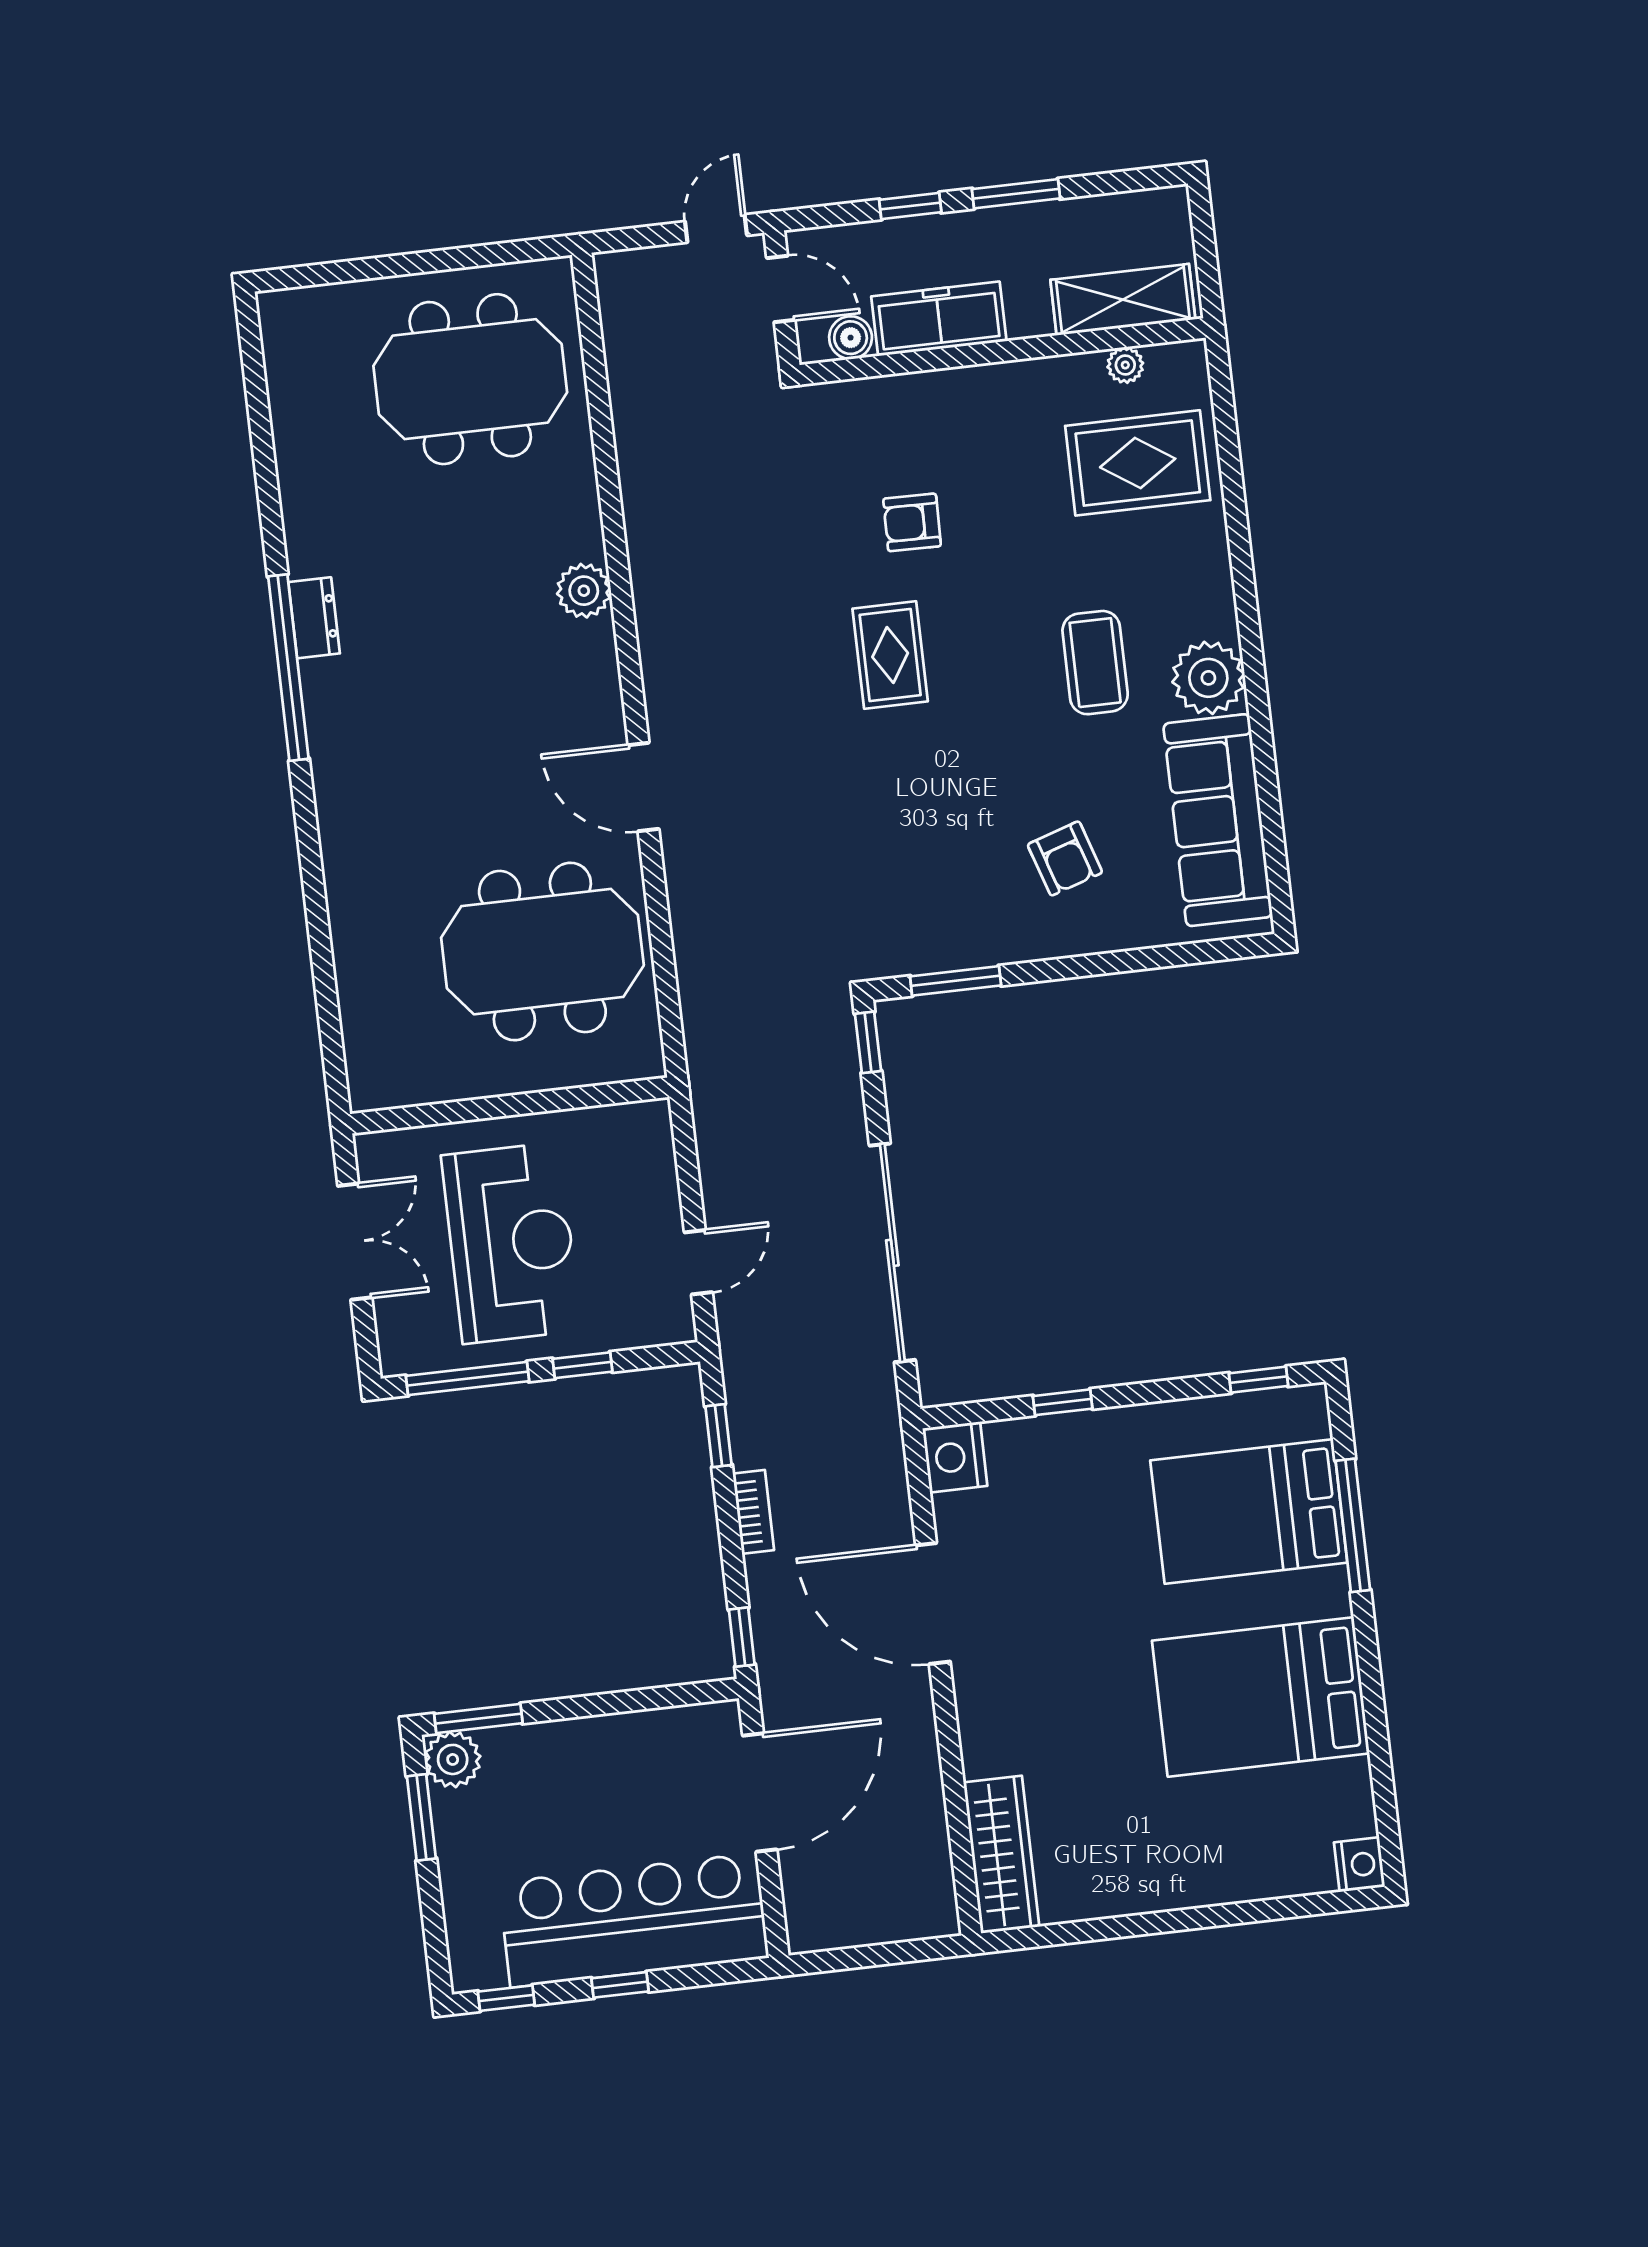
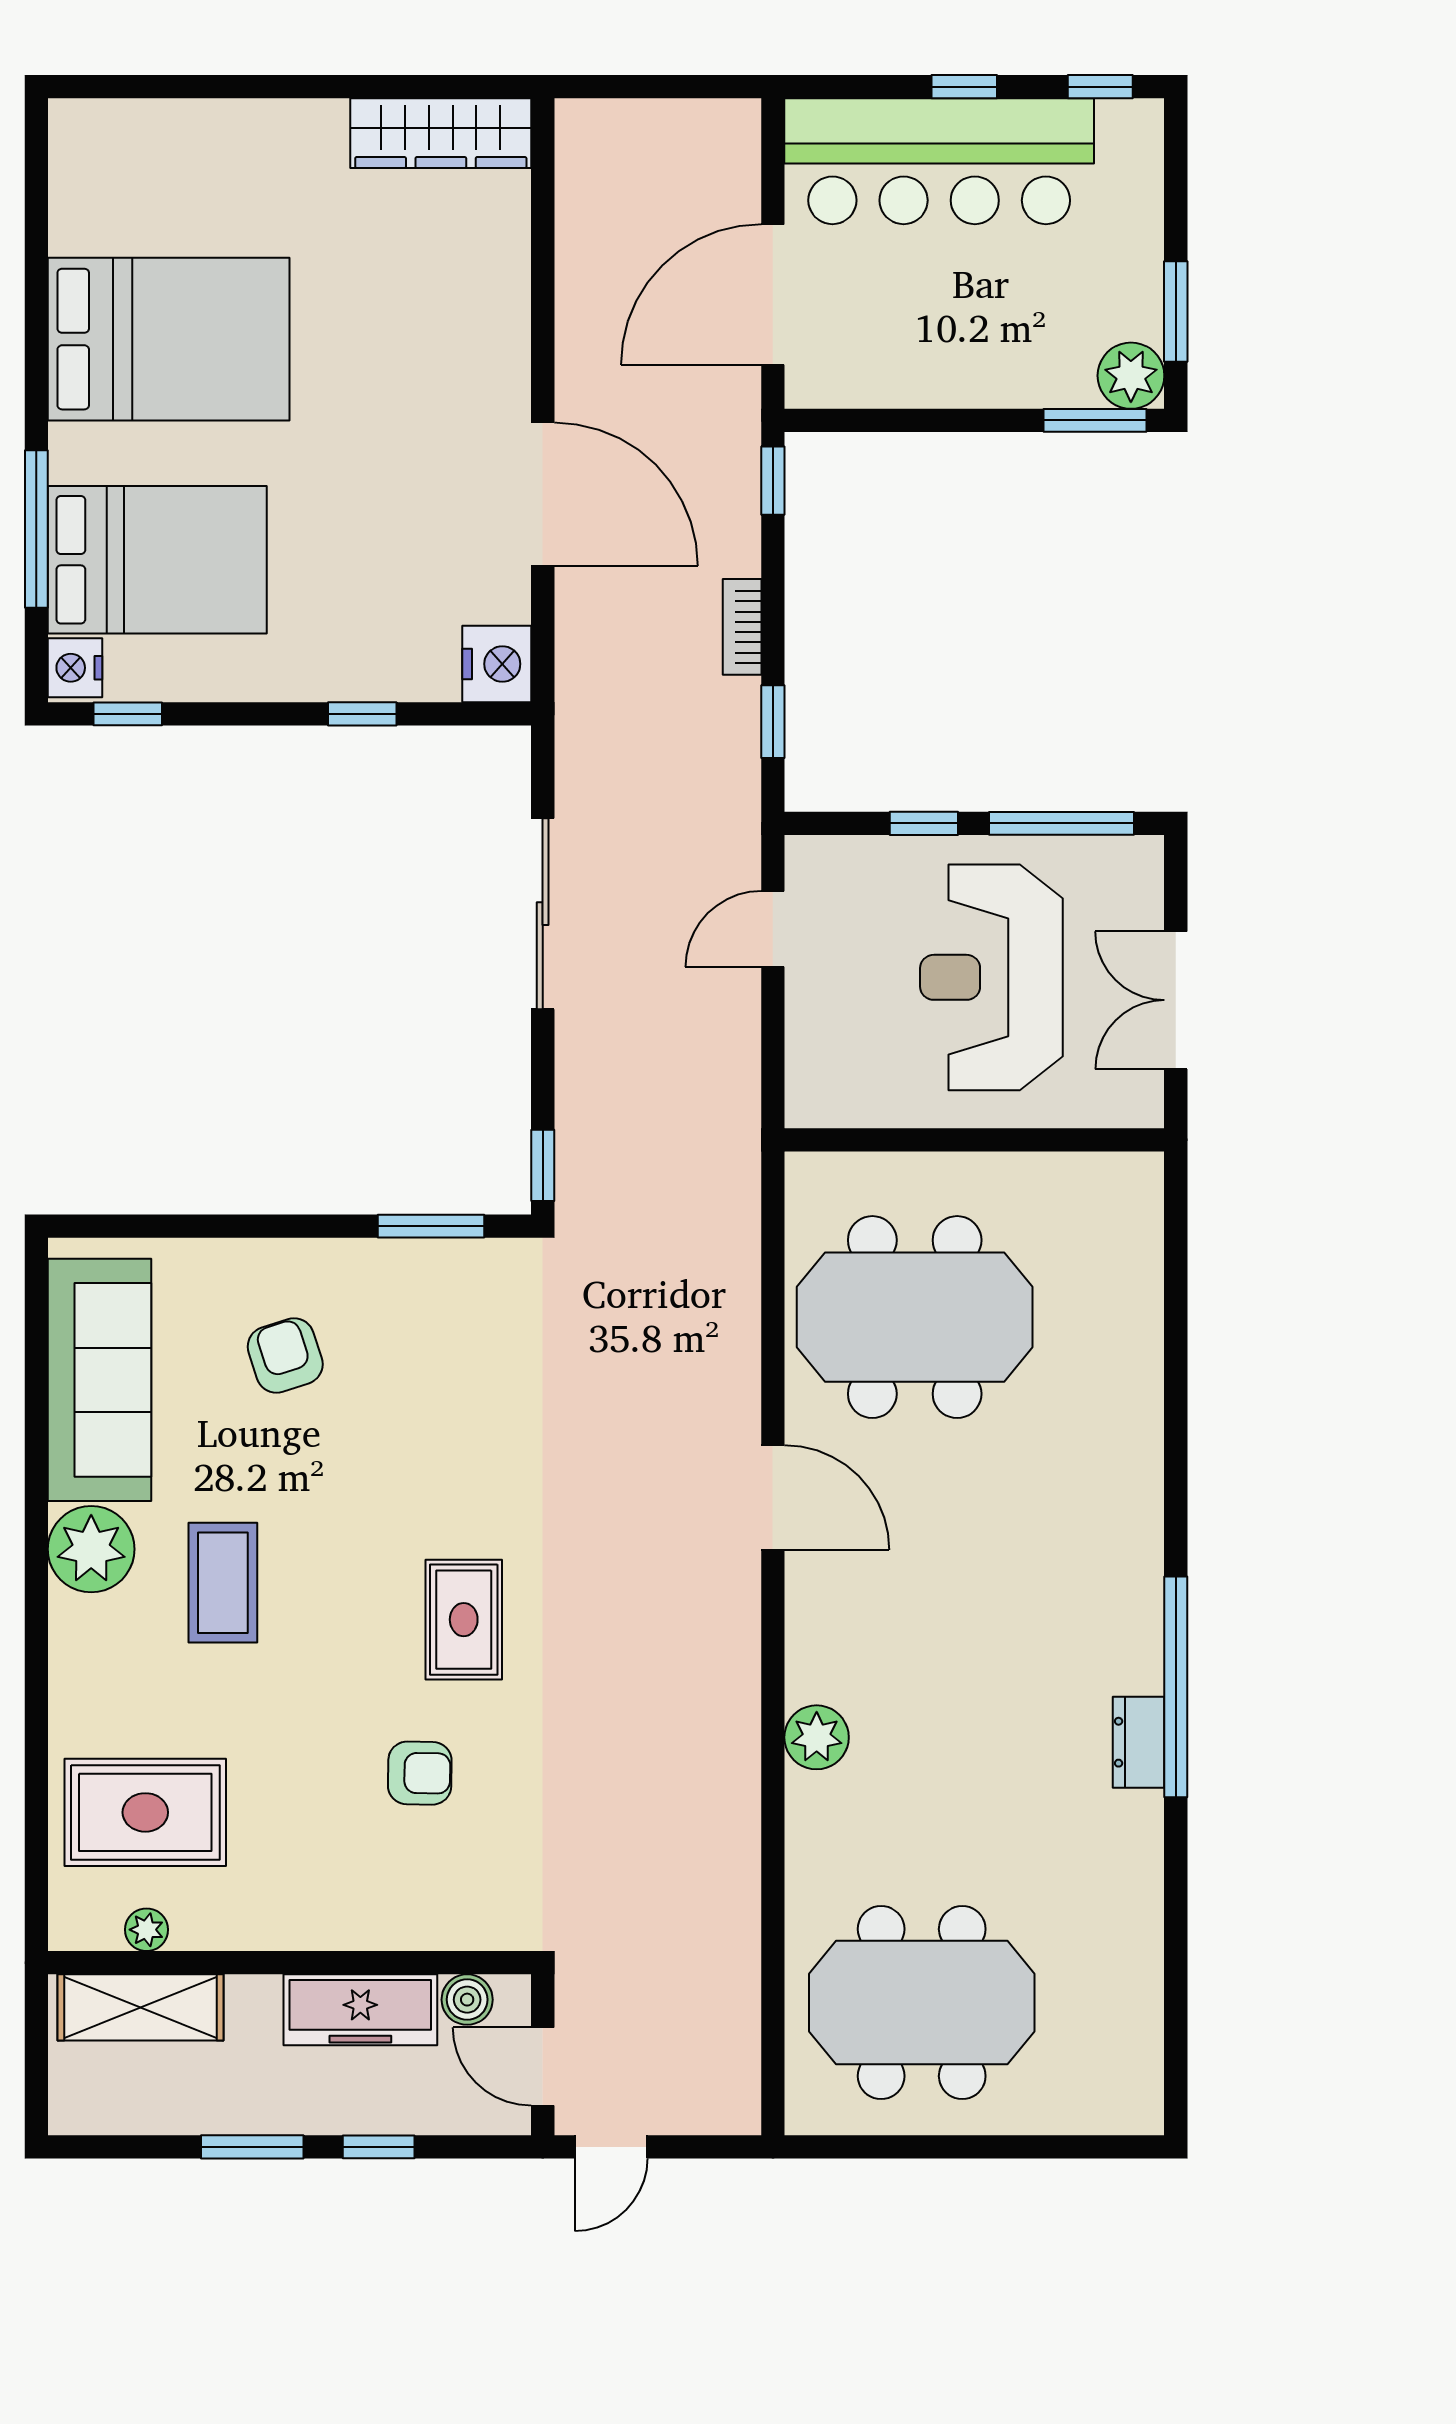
sliding door: (892, 1253) -> (543, 914), width x0.73
wardrobe: (1001, 1854) -> (441, 133), moved, turned -90
nightstand: (1359, 1865) -> (75, 668), moved

